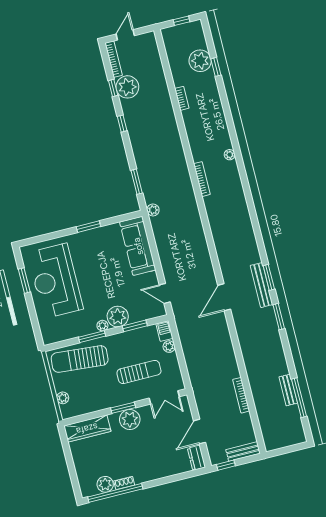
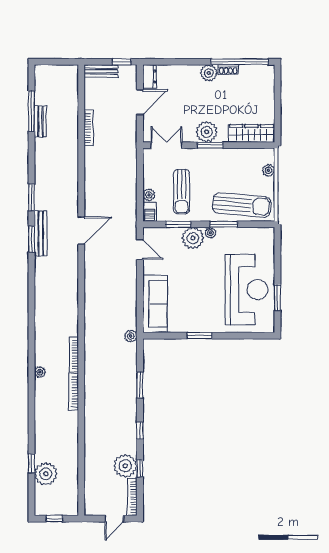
bookcase: (182, 98) -> (74, 392), moved, width x1.56
window: (137, 182) -> (140, 385), moved
sun lounger: (139, 372) -> (182, 192), moved, turned -90
plant: (105, 484) -> (209, 73), moved

